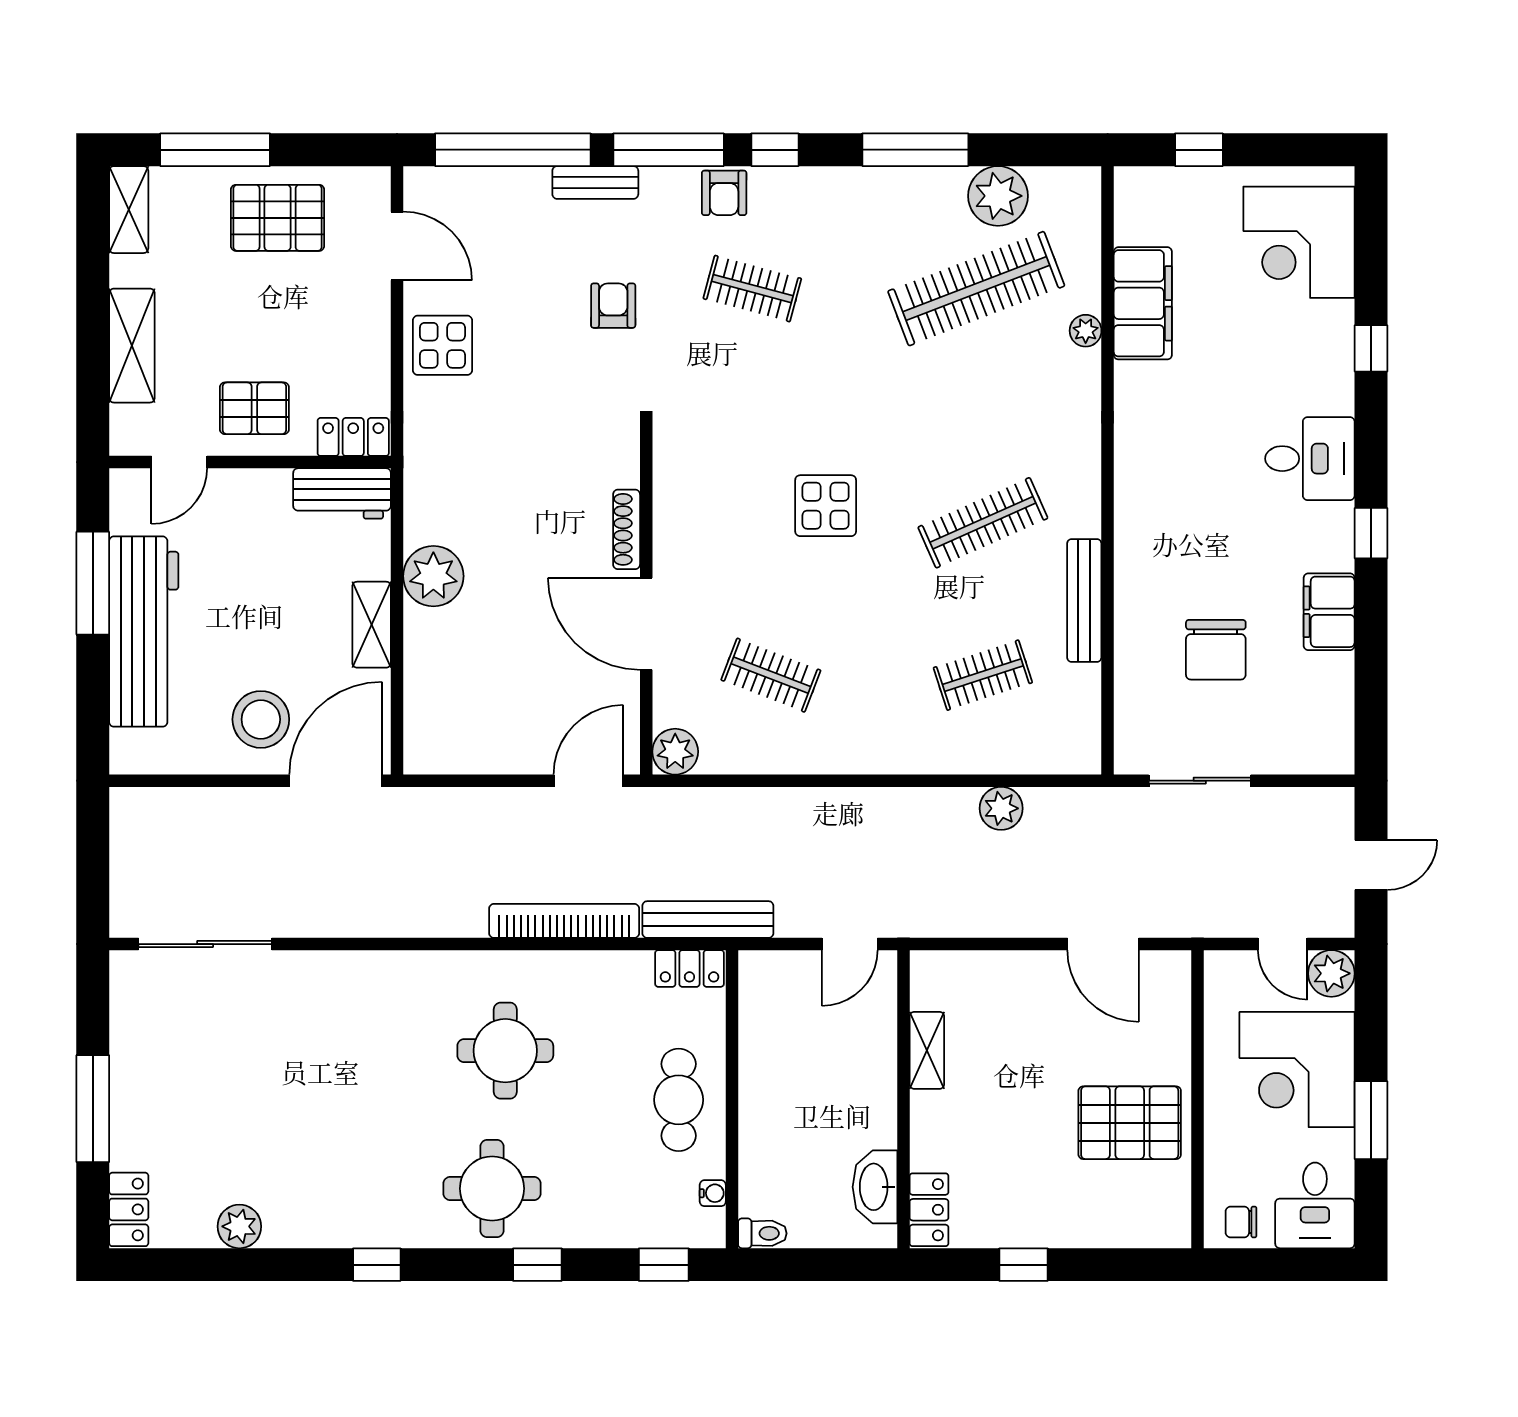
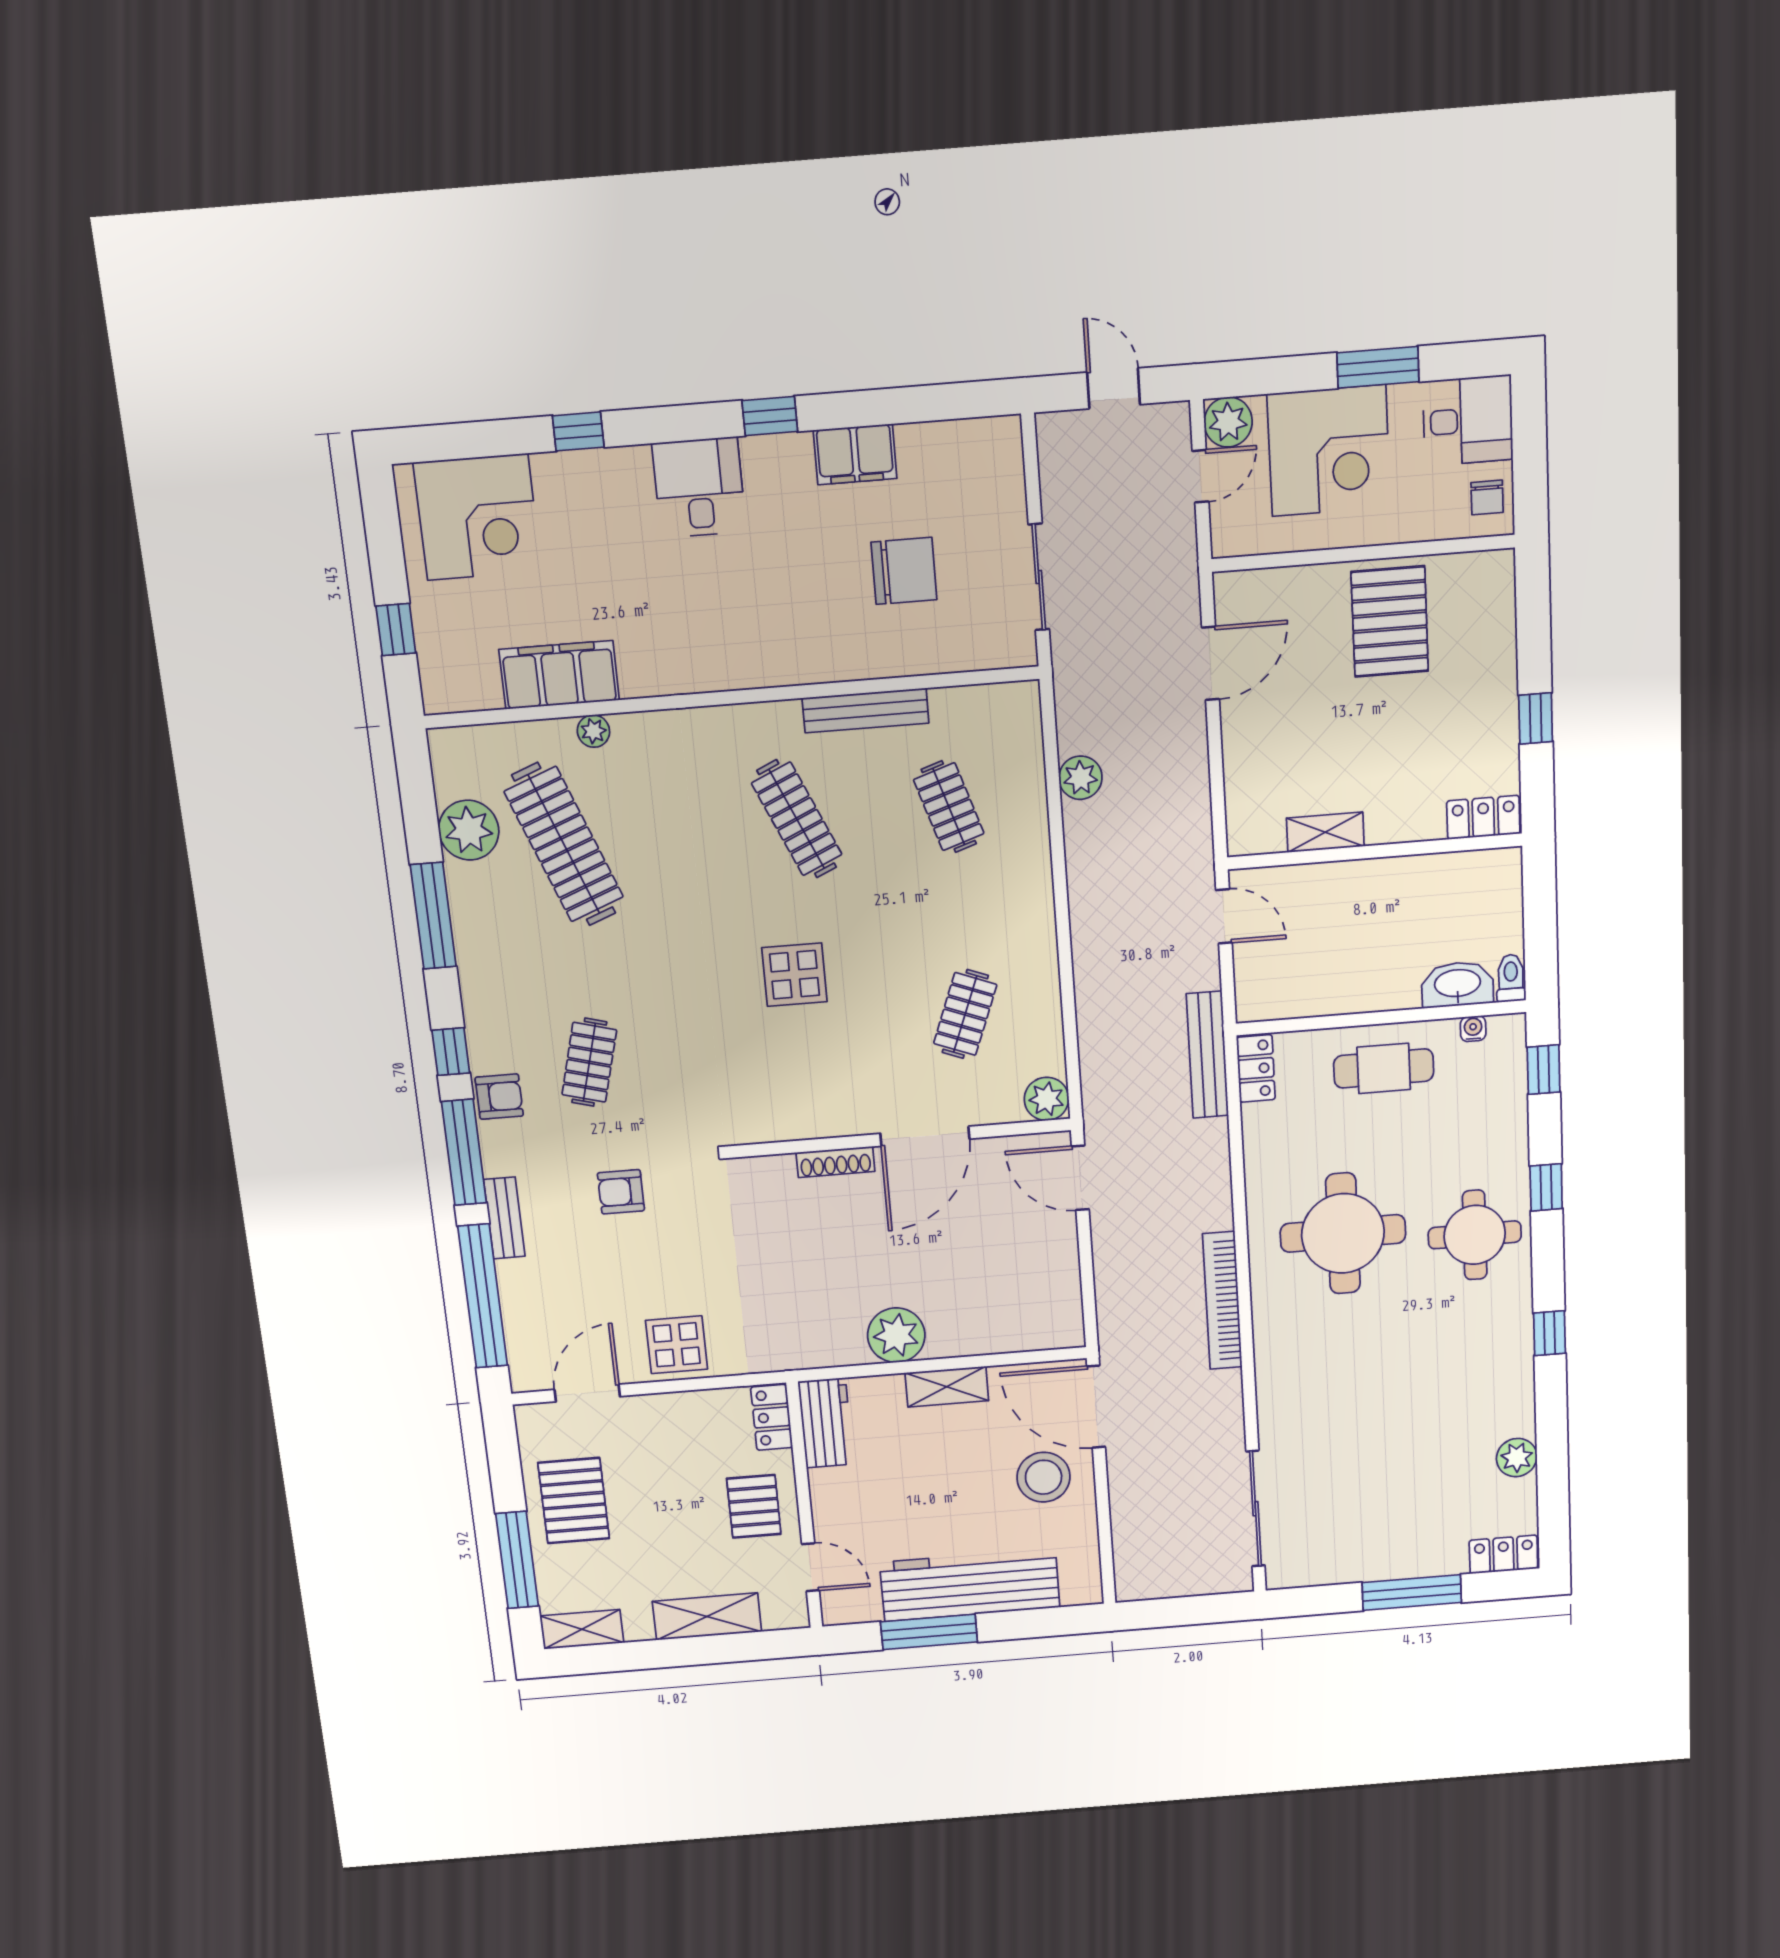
bookcase: (564, 921) -> (1222, 1301), moved
round table: (505, 1051) -> (1343, 1233), width x1.36, depth x1.36
washbasin: (875, 1187) -> (1457, 984), moved, turned 180

